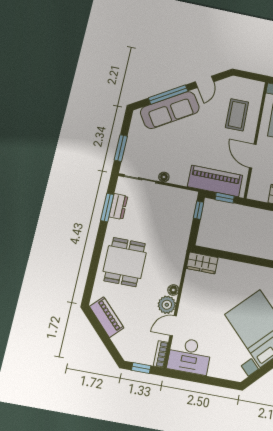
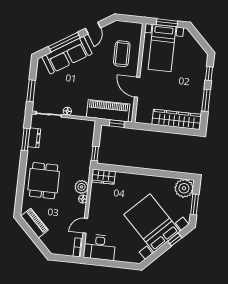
window: (199, 210) -> (95, 153), moved
plant: (167, 305) -> (82, 187), moved
window: (141, 368) -> (64, 258), removed

